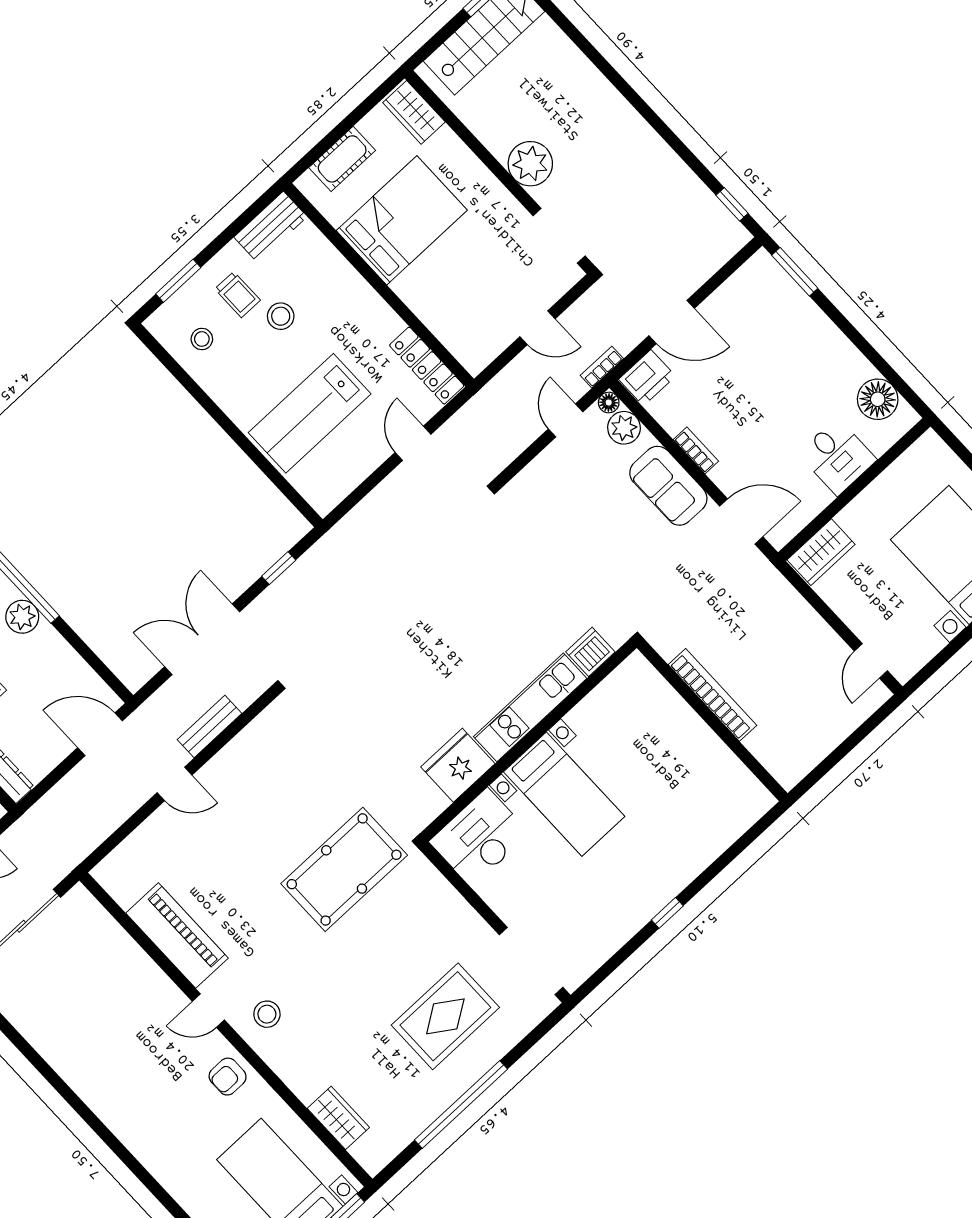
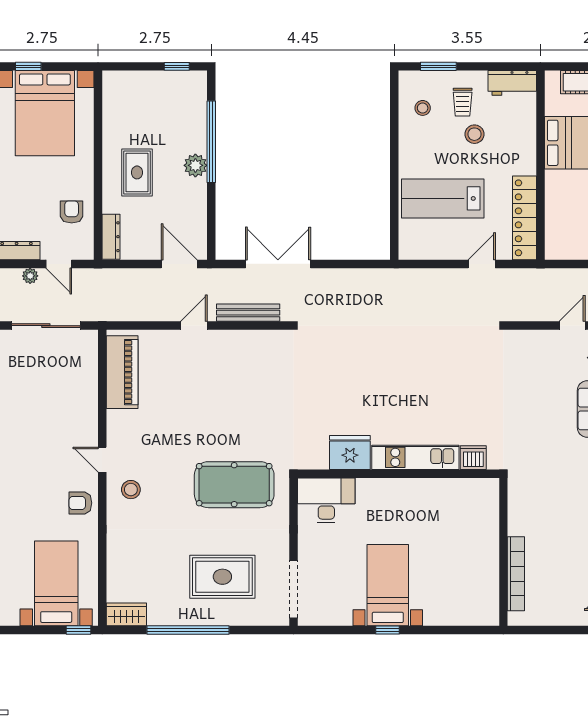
locker: (427, 366) -> (524, 218), width x1.41, depth x1.21
window: (279, 568) -> (352, 264), removed
bookcase: (712, 695) -> (516, 574), moved
bench: (209, 727) -> (248, 313), width x1.36
door: (175, 784) -> (194, 326), swing flipped
bed with nightstands: (564, 794) -> (388, 585), moved, turned 180
pool table: (344, 869) -> (234, 485), moved
piano: (177, 936) -> (122, 372), moved
wardrobe: (338, 1118) -> (126, 614), moved, turned -90

